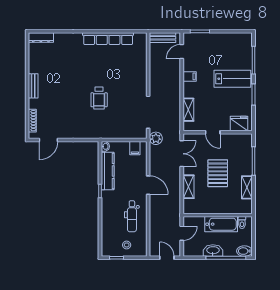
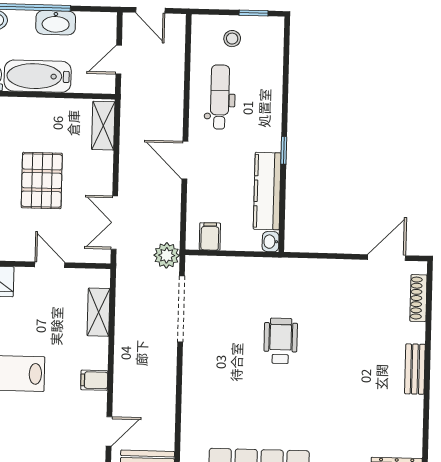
shelving: (188, 187) -> (103, 126), moved

